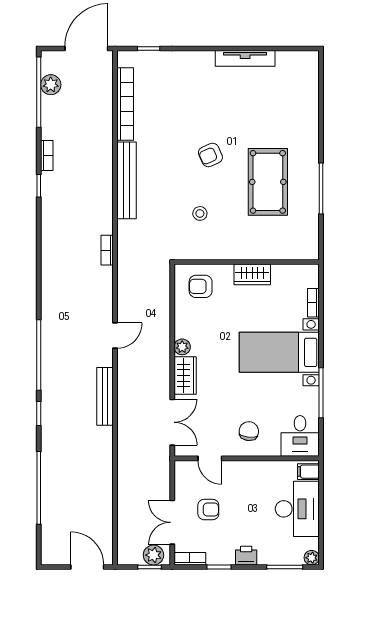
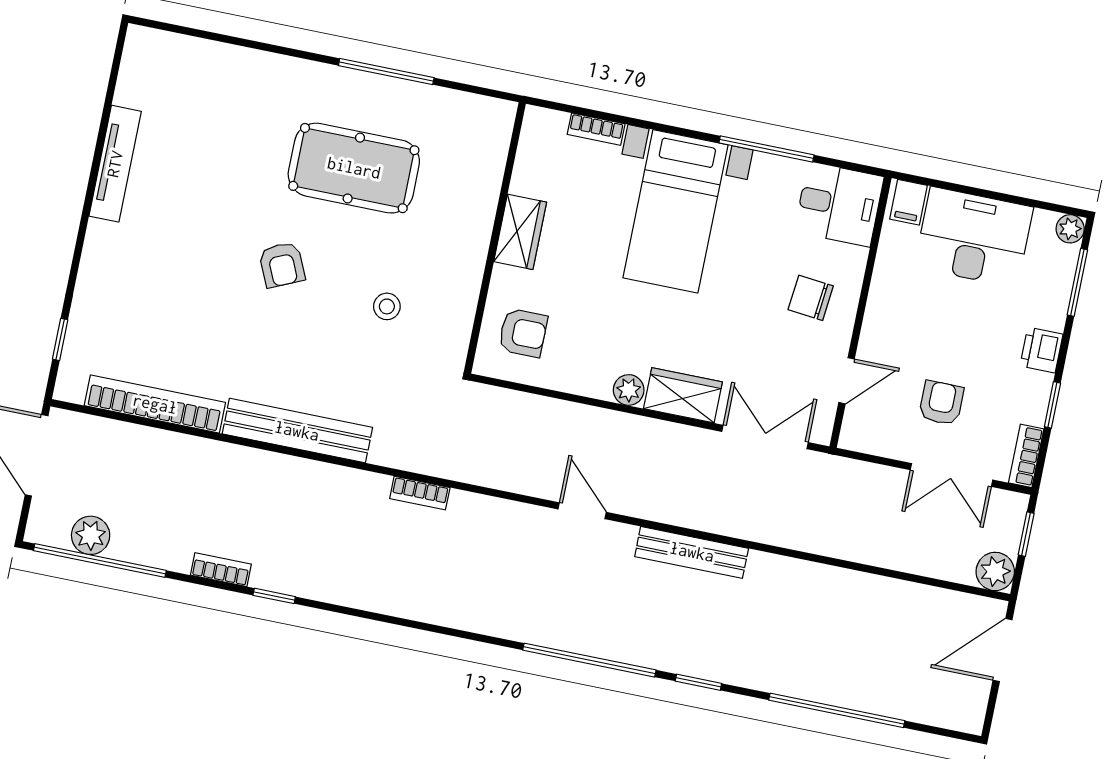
armchair: (201, 286) -> (523, 333), turned -90
plant: (153, 555) -> (995, 571), moved

